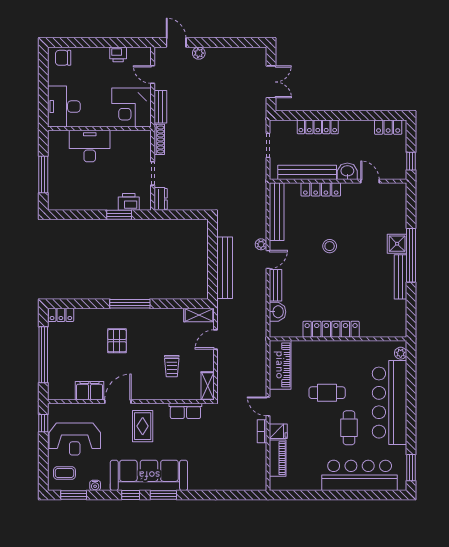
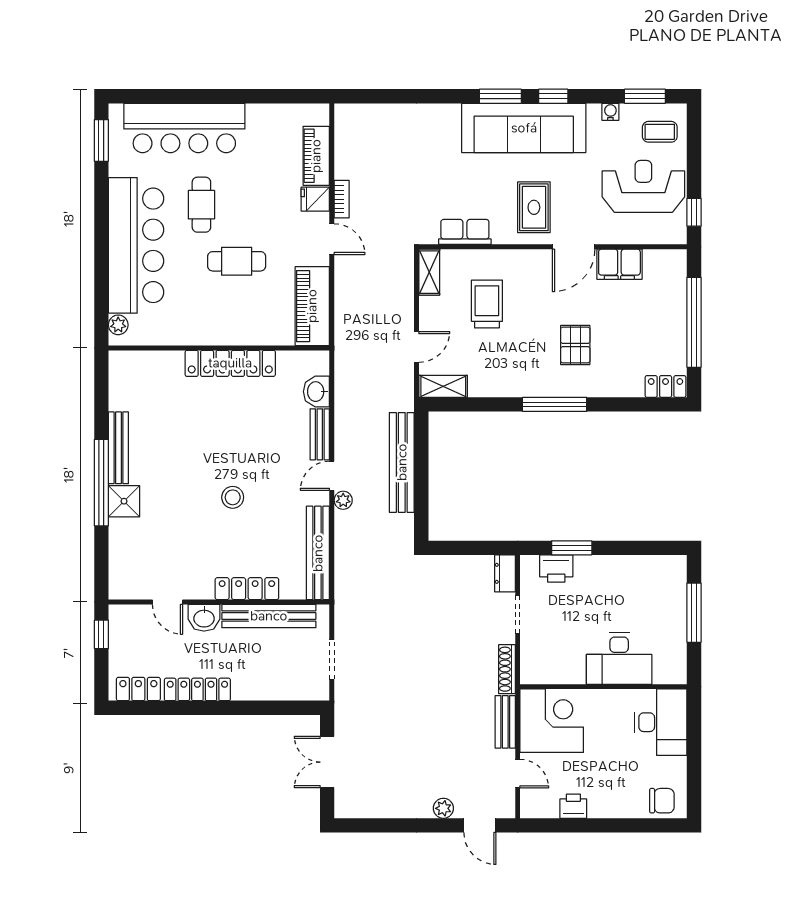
locker: (318, 127) -> (197, 689), moved
trolley: (172, 366) -> (487, 304), width x1.36, depth x1.39

